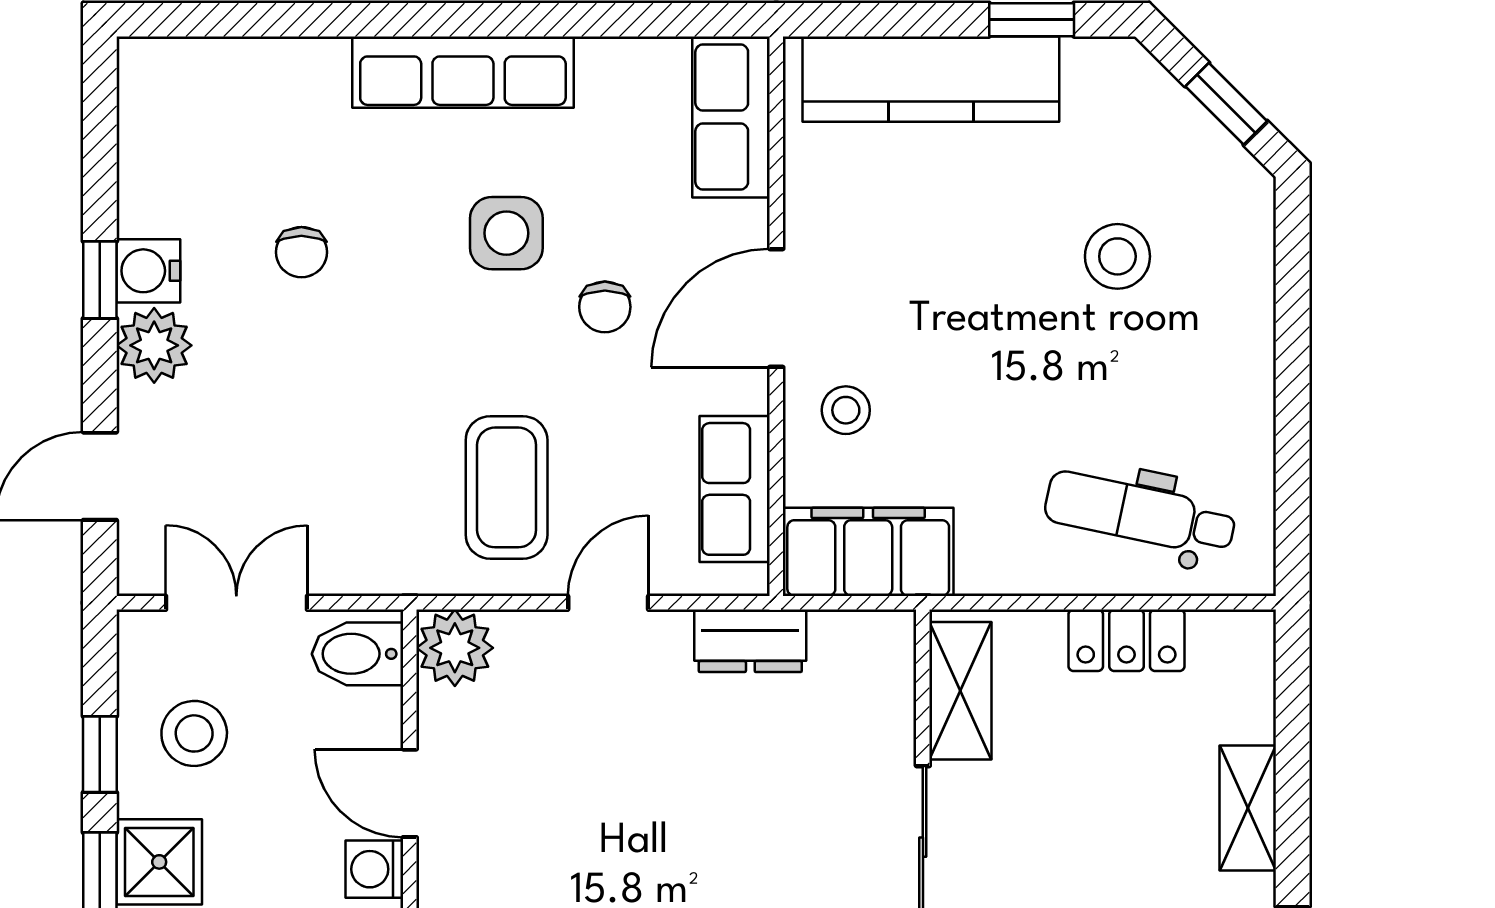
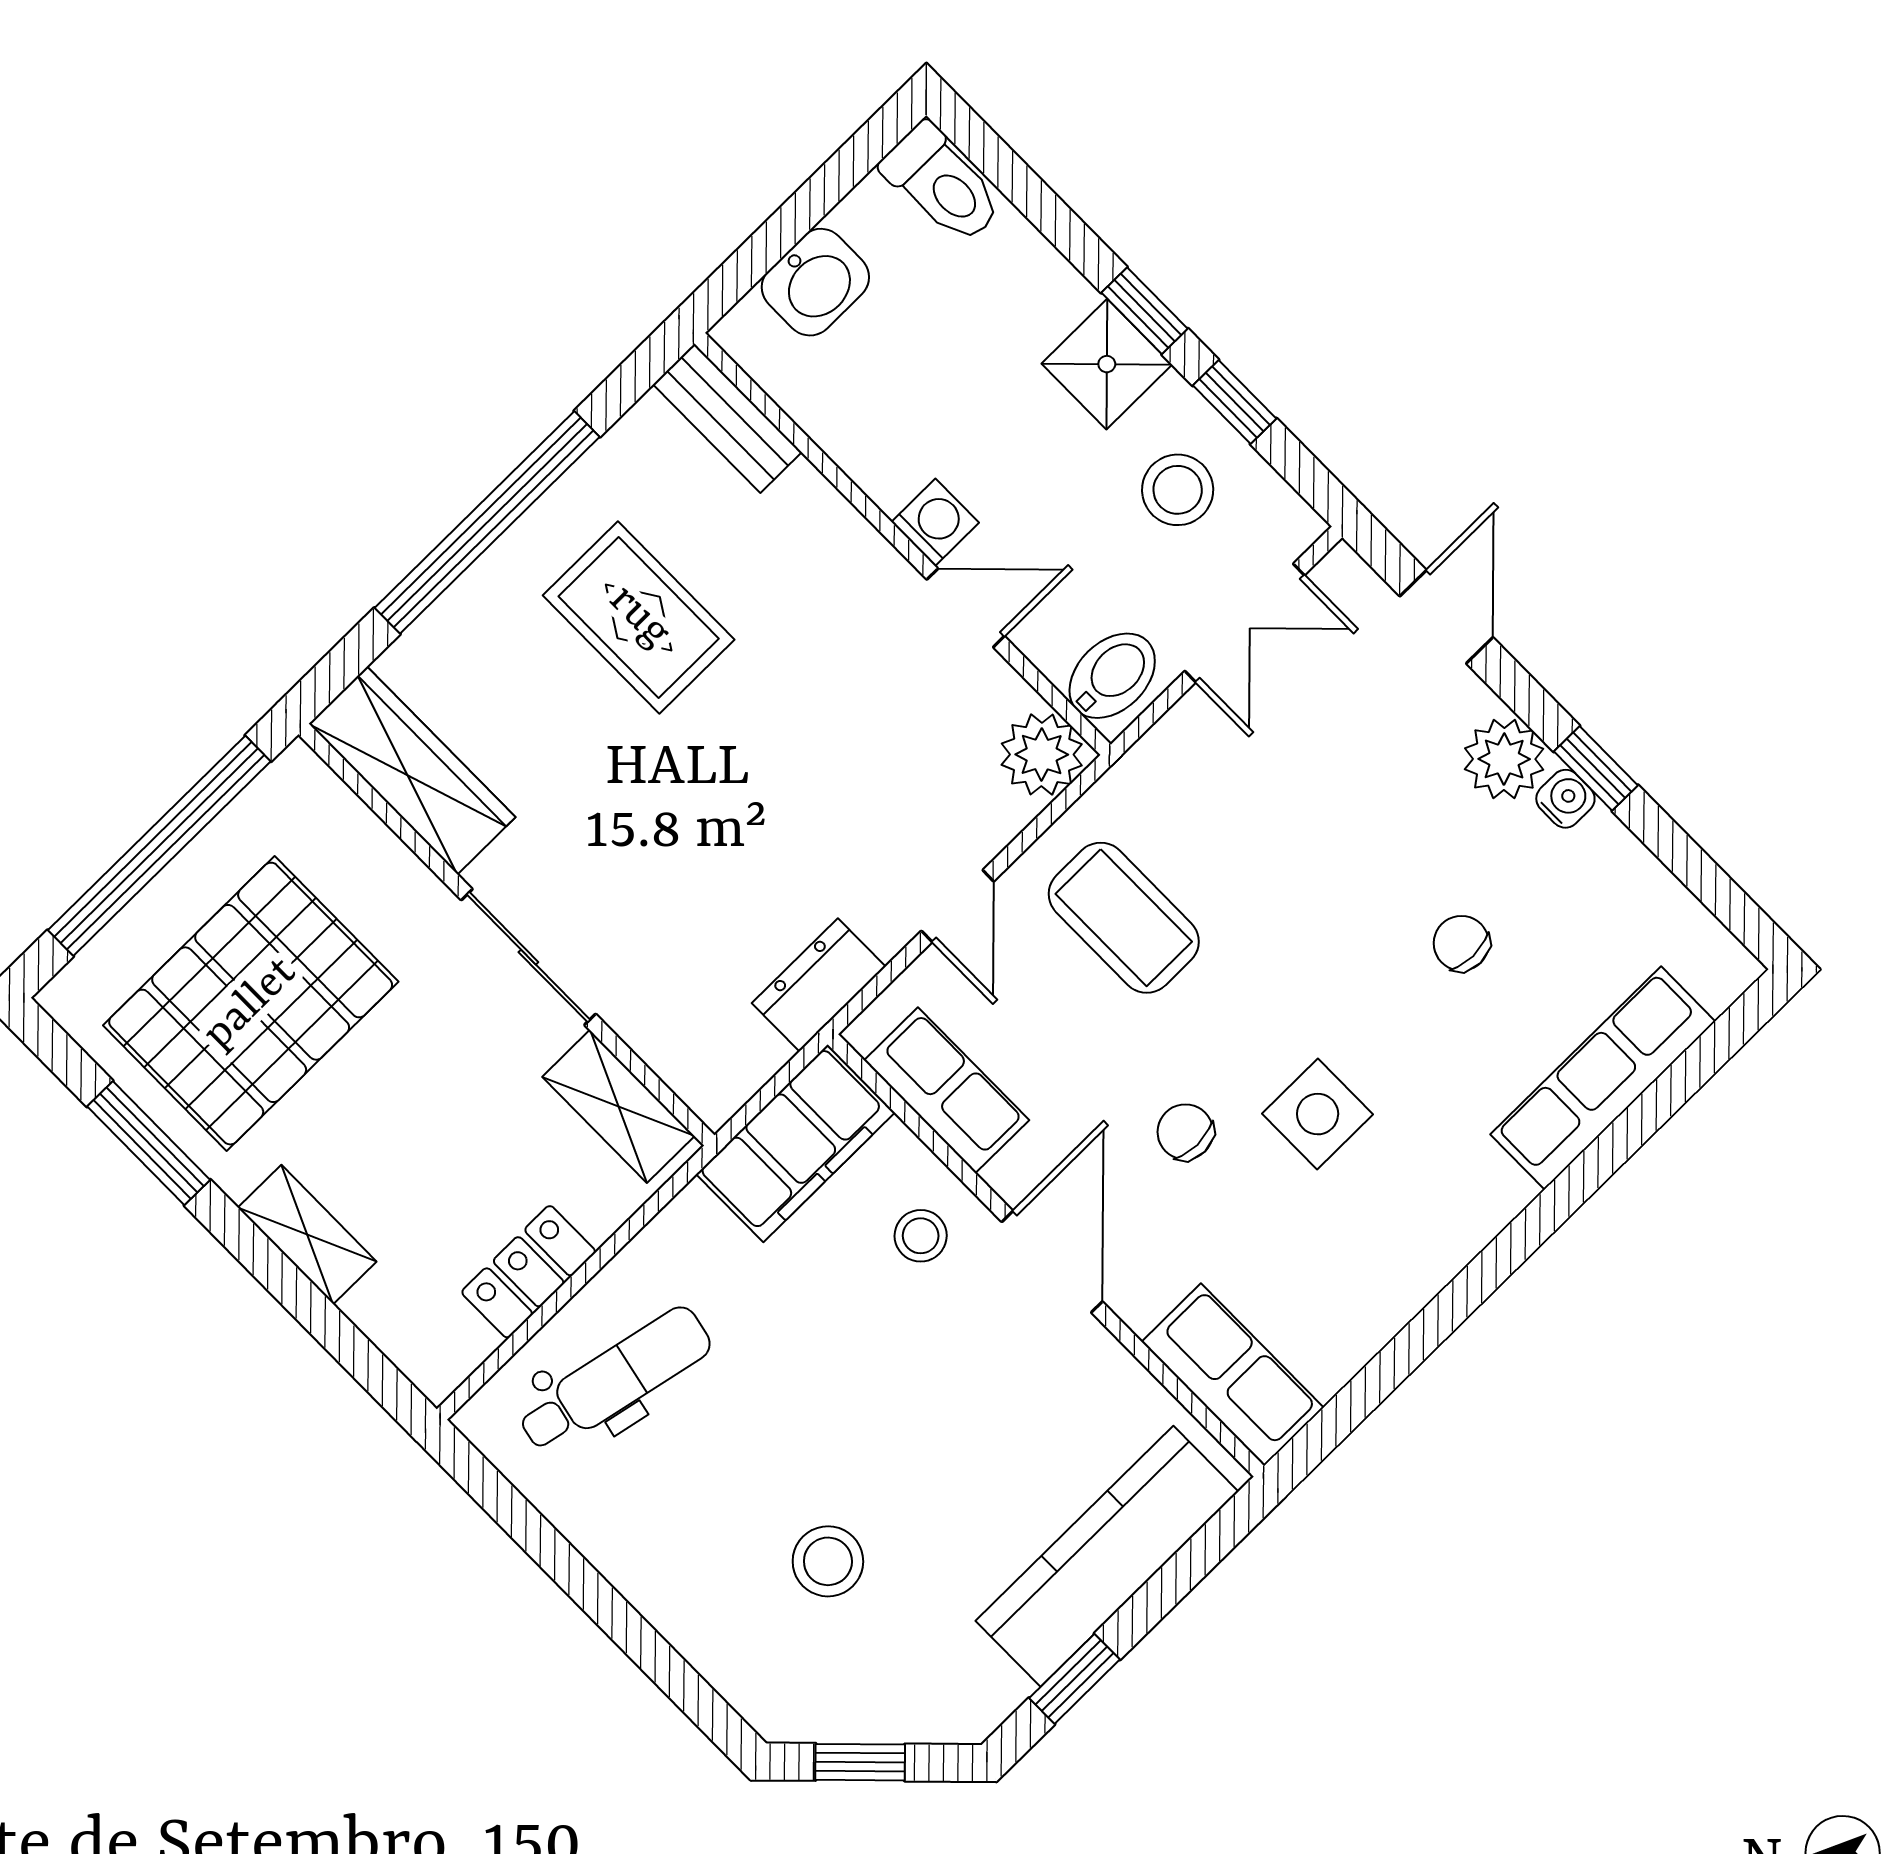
row of seats: (463, 72) -> (1603, 1078), moved
water cooler: (148, 271) -> (1565, 799), width x0.72, depth x0.72

